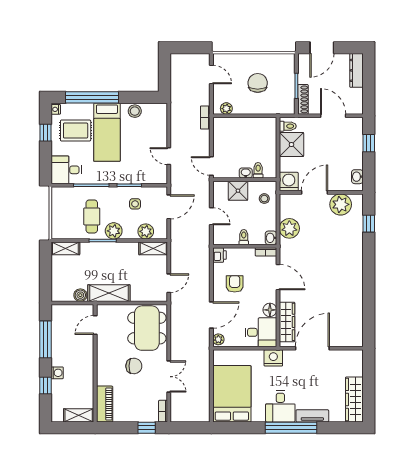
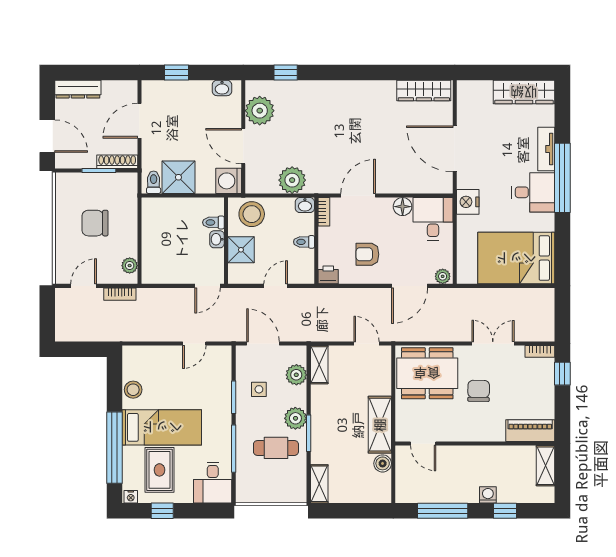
bookcase: (205, 118) -> (120, 294), moved
stool: (264, 199) -> (252, 214), width x1.89, depth x1.89
door: (211, 315) -> (410, 286), swing flipped
wardrobe: (287, 322) -> (424, 91), moved, turned 180

